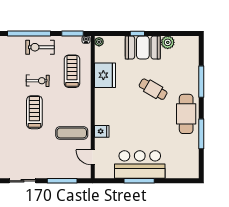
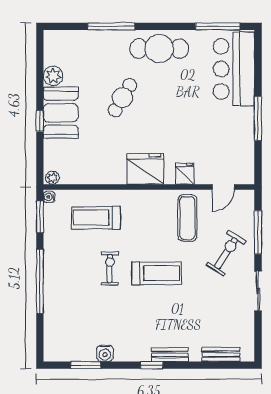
exercise bike: (40, 47) -> (226, 253), moved, turned -147
fridge: (105, 75) -> (145, 169), moved
treadmill: (34, 112) -> (157, 273), turned 180
window: (201, 134) -> (218, 26), moved
bar counter: (140, 164) -> (234, 69), moved

